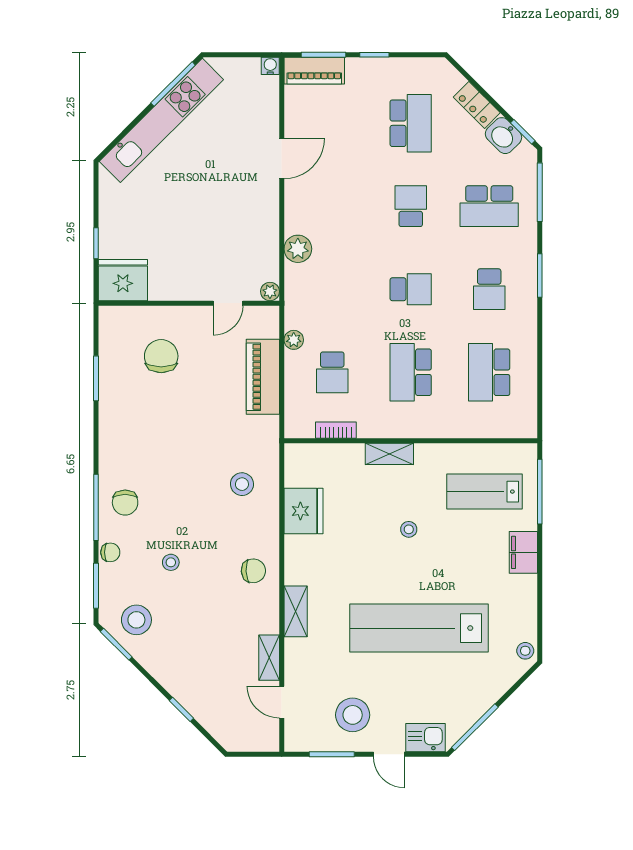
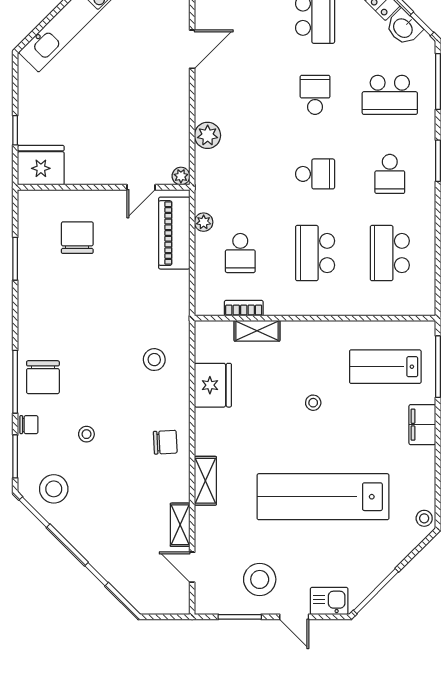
piano: (263, 377) -> (174, 233), moved
shelving: (389, 454) -> (257, 331), moved
chair: (125, 503) -> (43, 377), width x1.37, depth x1.37

